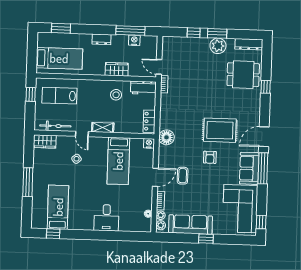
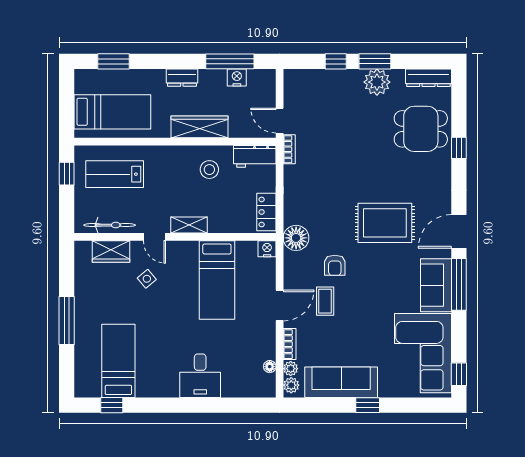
wardrobe: (117, 69) -> (200, 127), width x1.50
wardrobe: (45, 141) -> (111, 252), moved
armchair: (210, 157) -> (335, 265), moved

